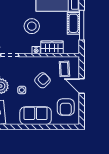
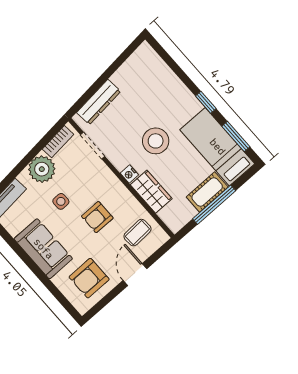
armchair: (42, 80) -> (97, 217), turned 134

